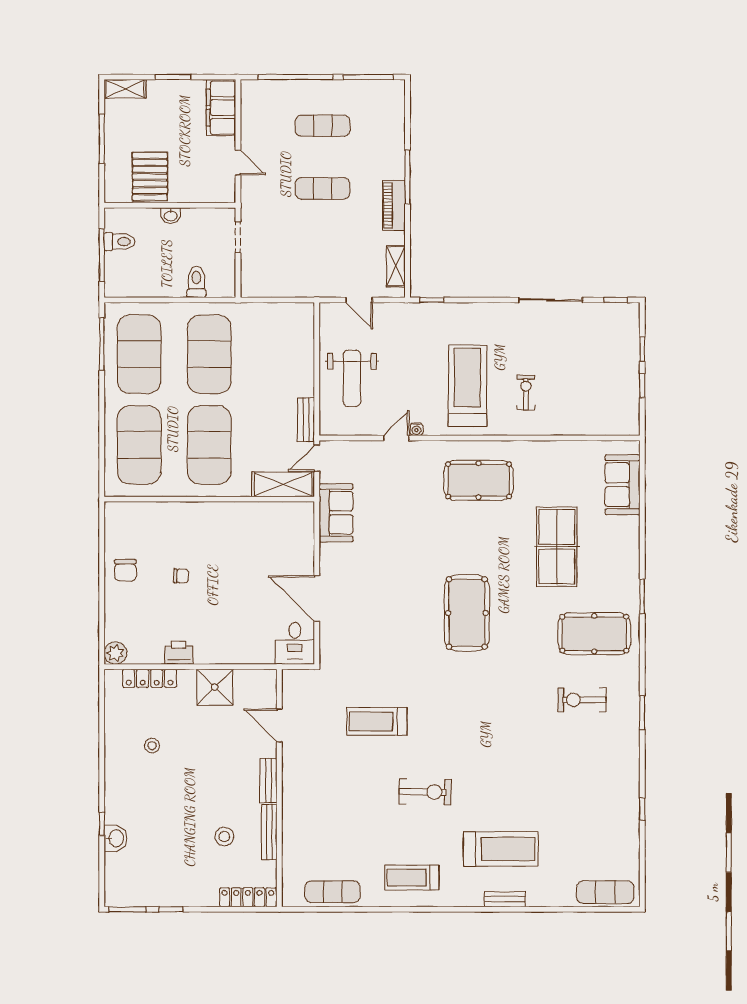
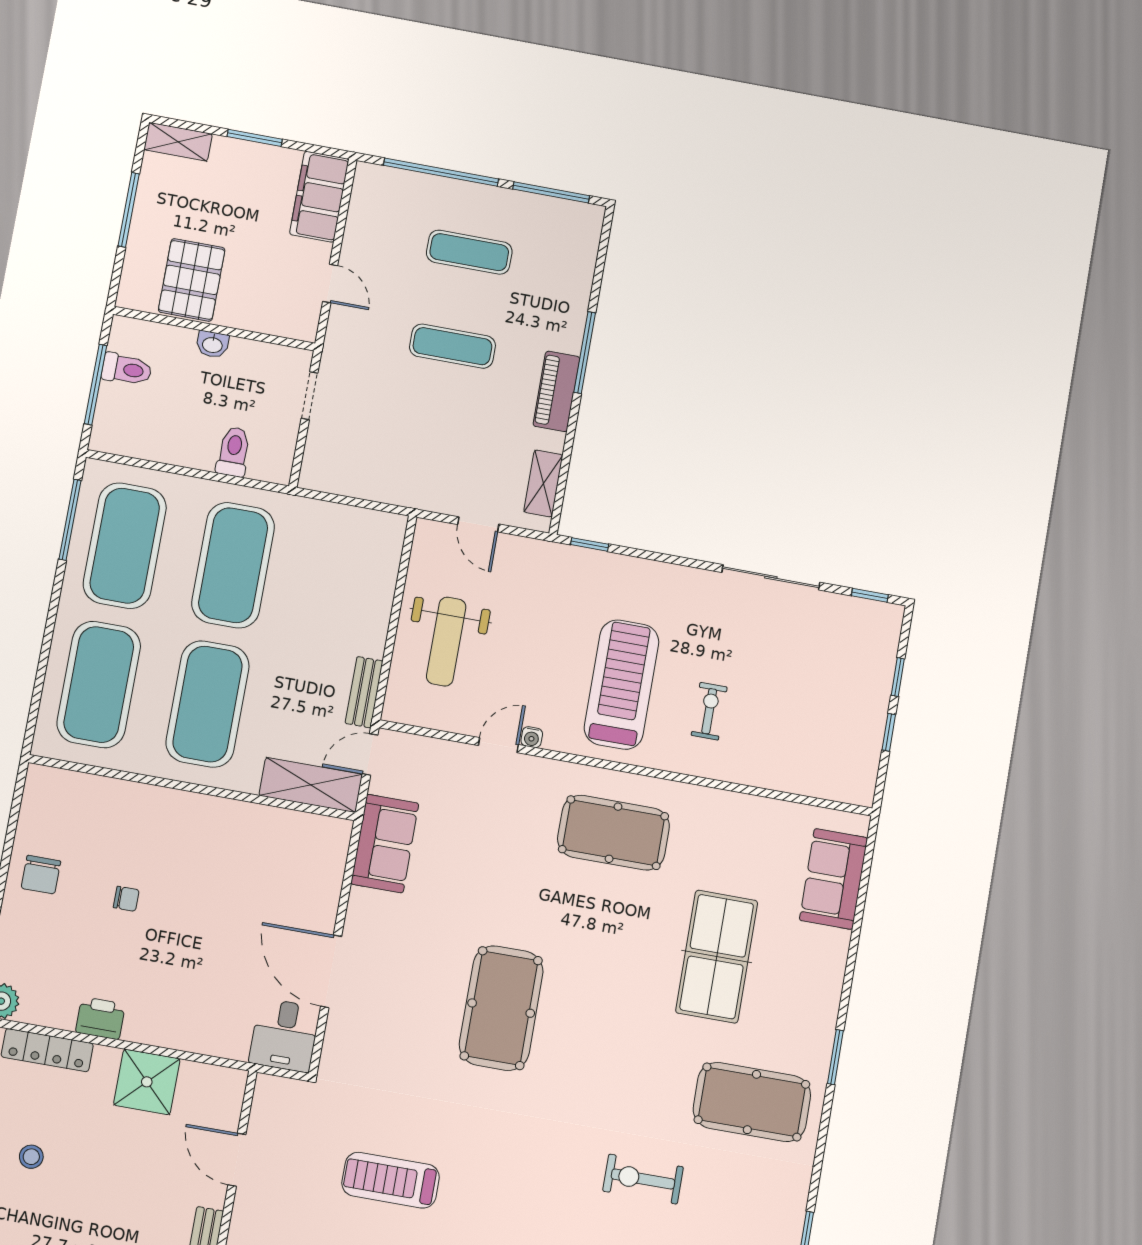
pool table: (467, 613) -> (501, 1008), moved
exercise bike: (582, 700) -> (643, 1179), moved

